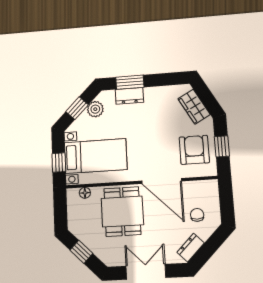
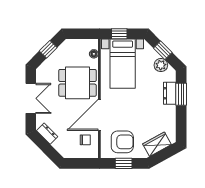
chair: (197, 215) -> (85, 140), moved

